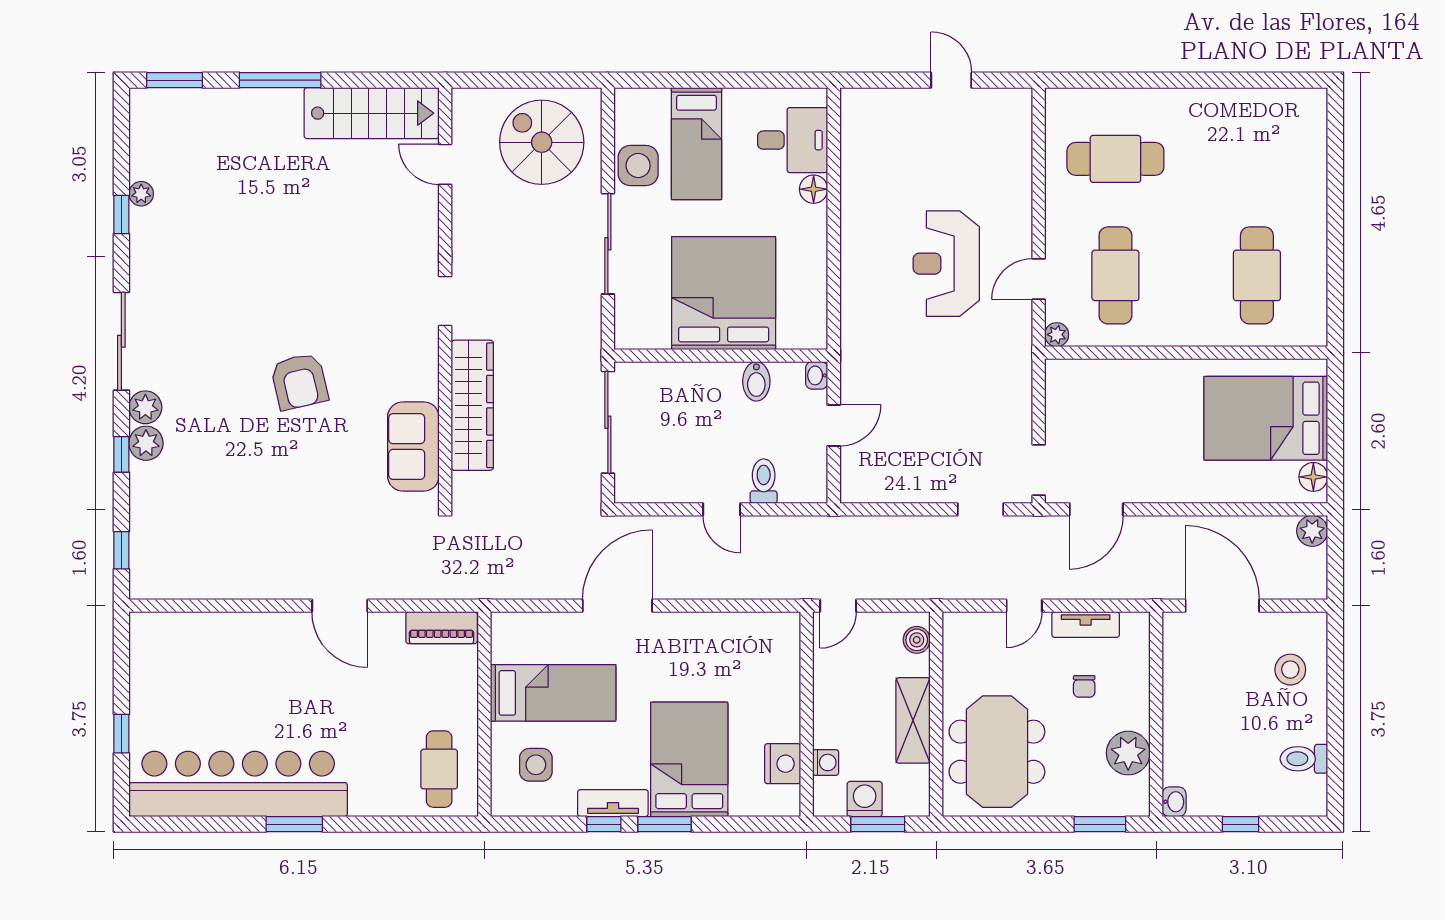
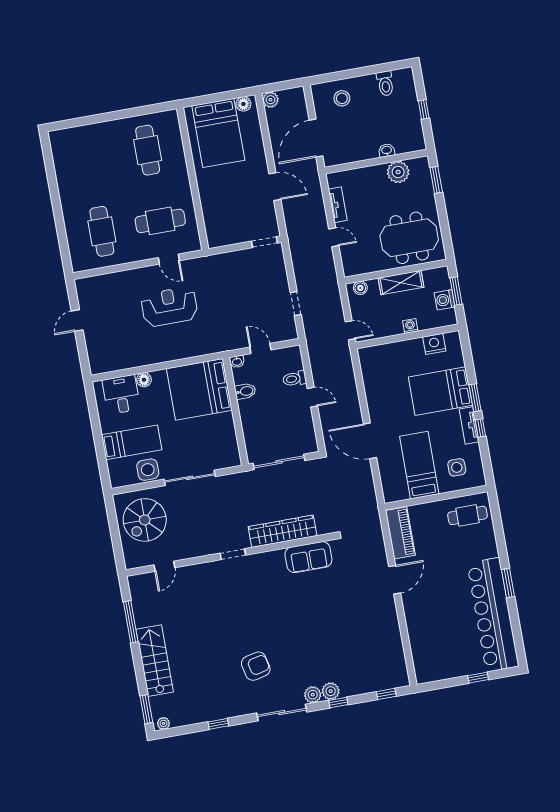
window: (280, 80) -> (131, 622), moved
stairs: (372, 113) -> (155, 661), moved
plant: (141, 194) -> (163, 723), moved
reception desk: (946, 264) -> (169, 307), turned 180
cafe table: (1257, 275) -> (148, 150), turned 90
bed: (724, 293) -> (199, 389), moved
plant: (1057, 335) -> (195, 245), removed
armchair: (299, 381) -> (256, 666), moved
door: (722, 509) -> (312, 397), hinge flipped
doorway: (980, 509) -> (296, 304), moved
door: (1096, 509) -> (275, 187), moved
piano: (442, 628) -> (400, 533), width x1.37, depth x1.33
chair: (1084, 686) -> (369, 200), removed
washing machine: (826, 762) -> (410, 326), moved
washbasin: (1174, 802) -> (387, 150), moved

